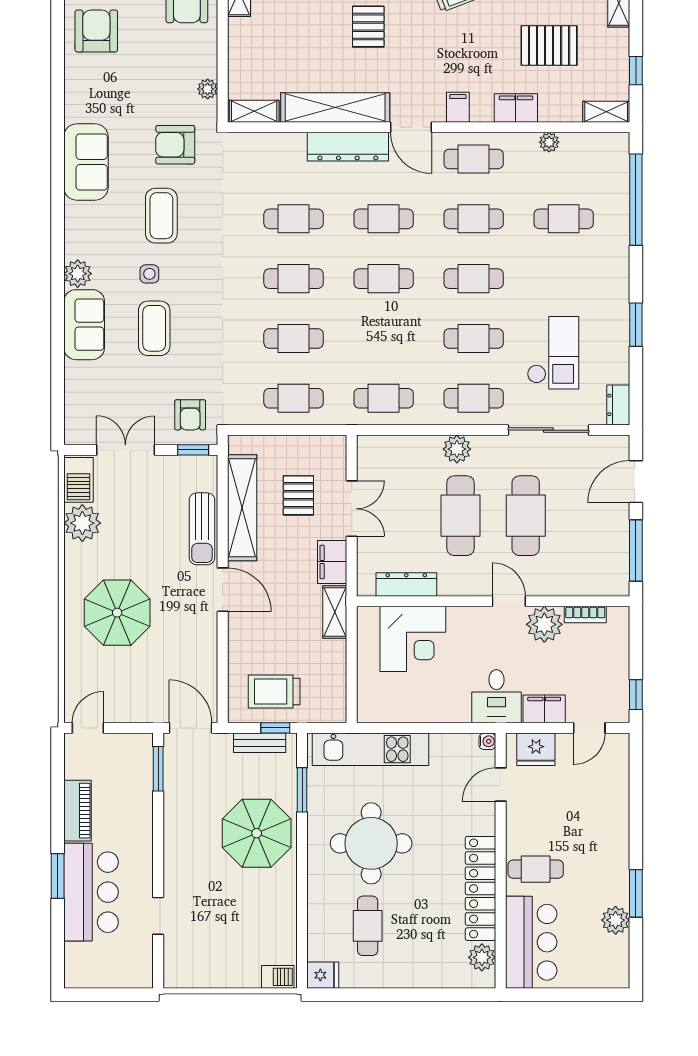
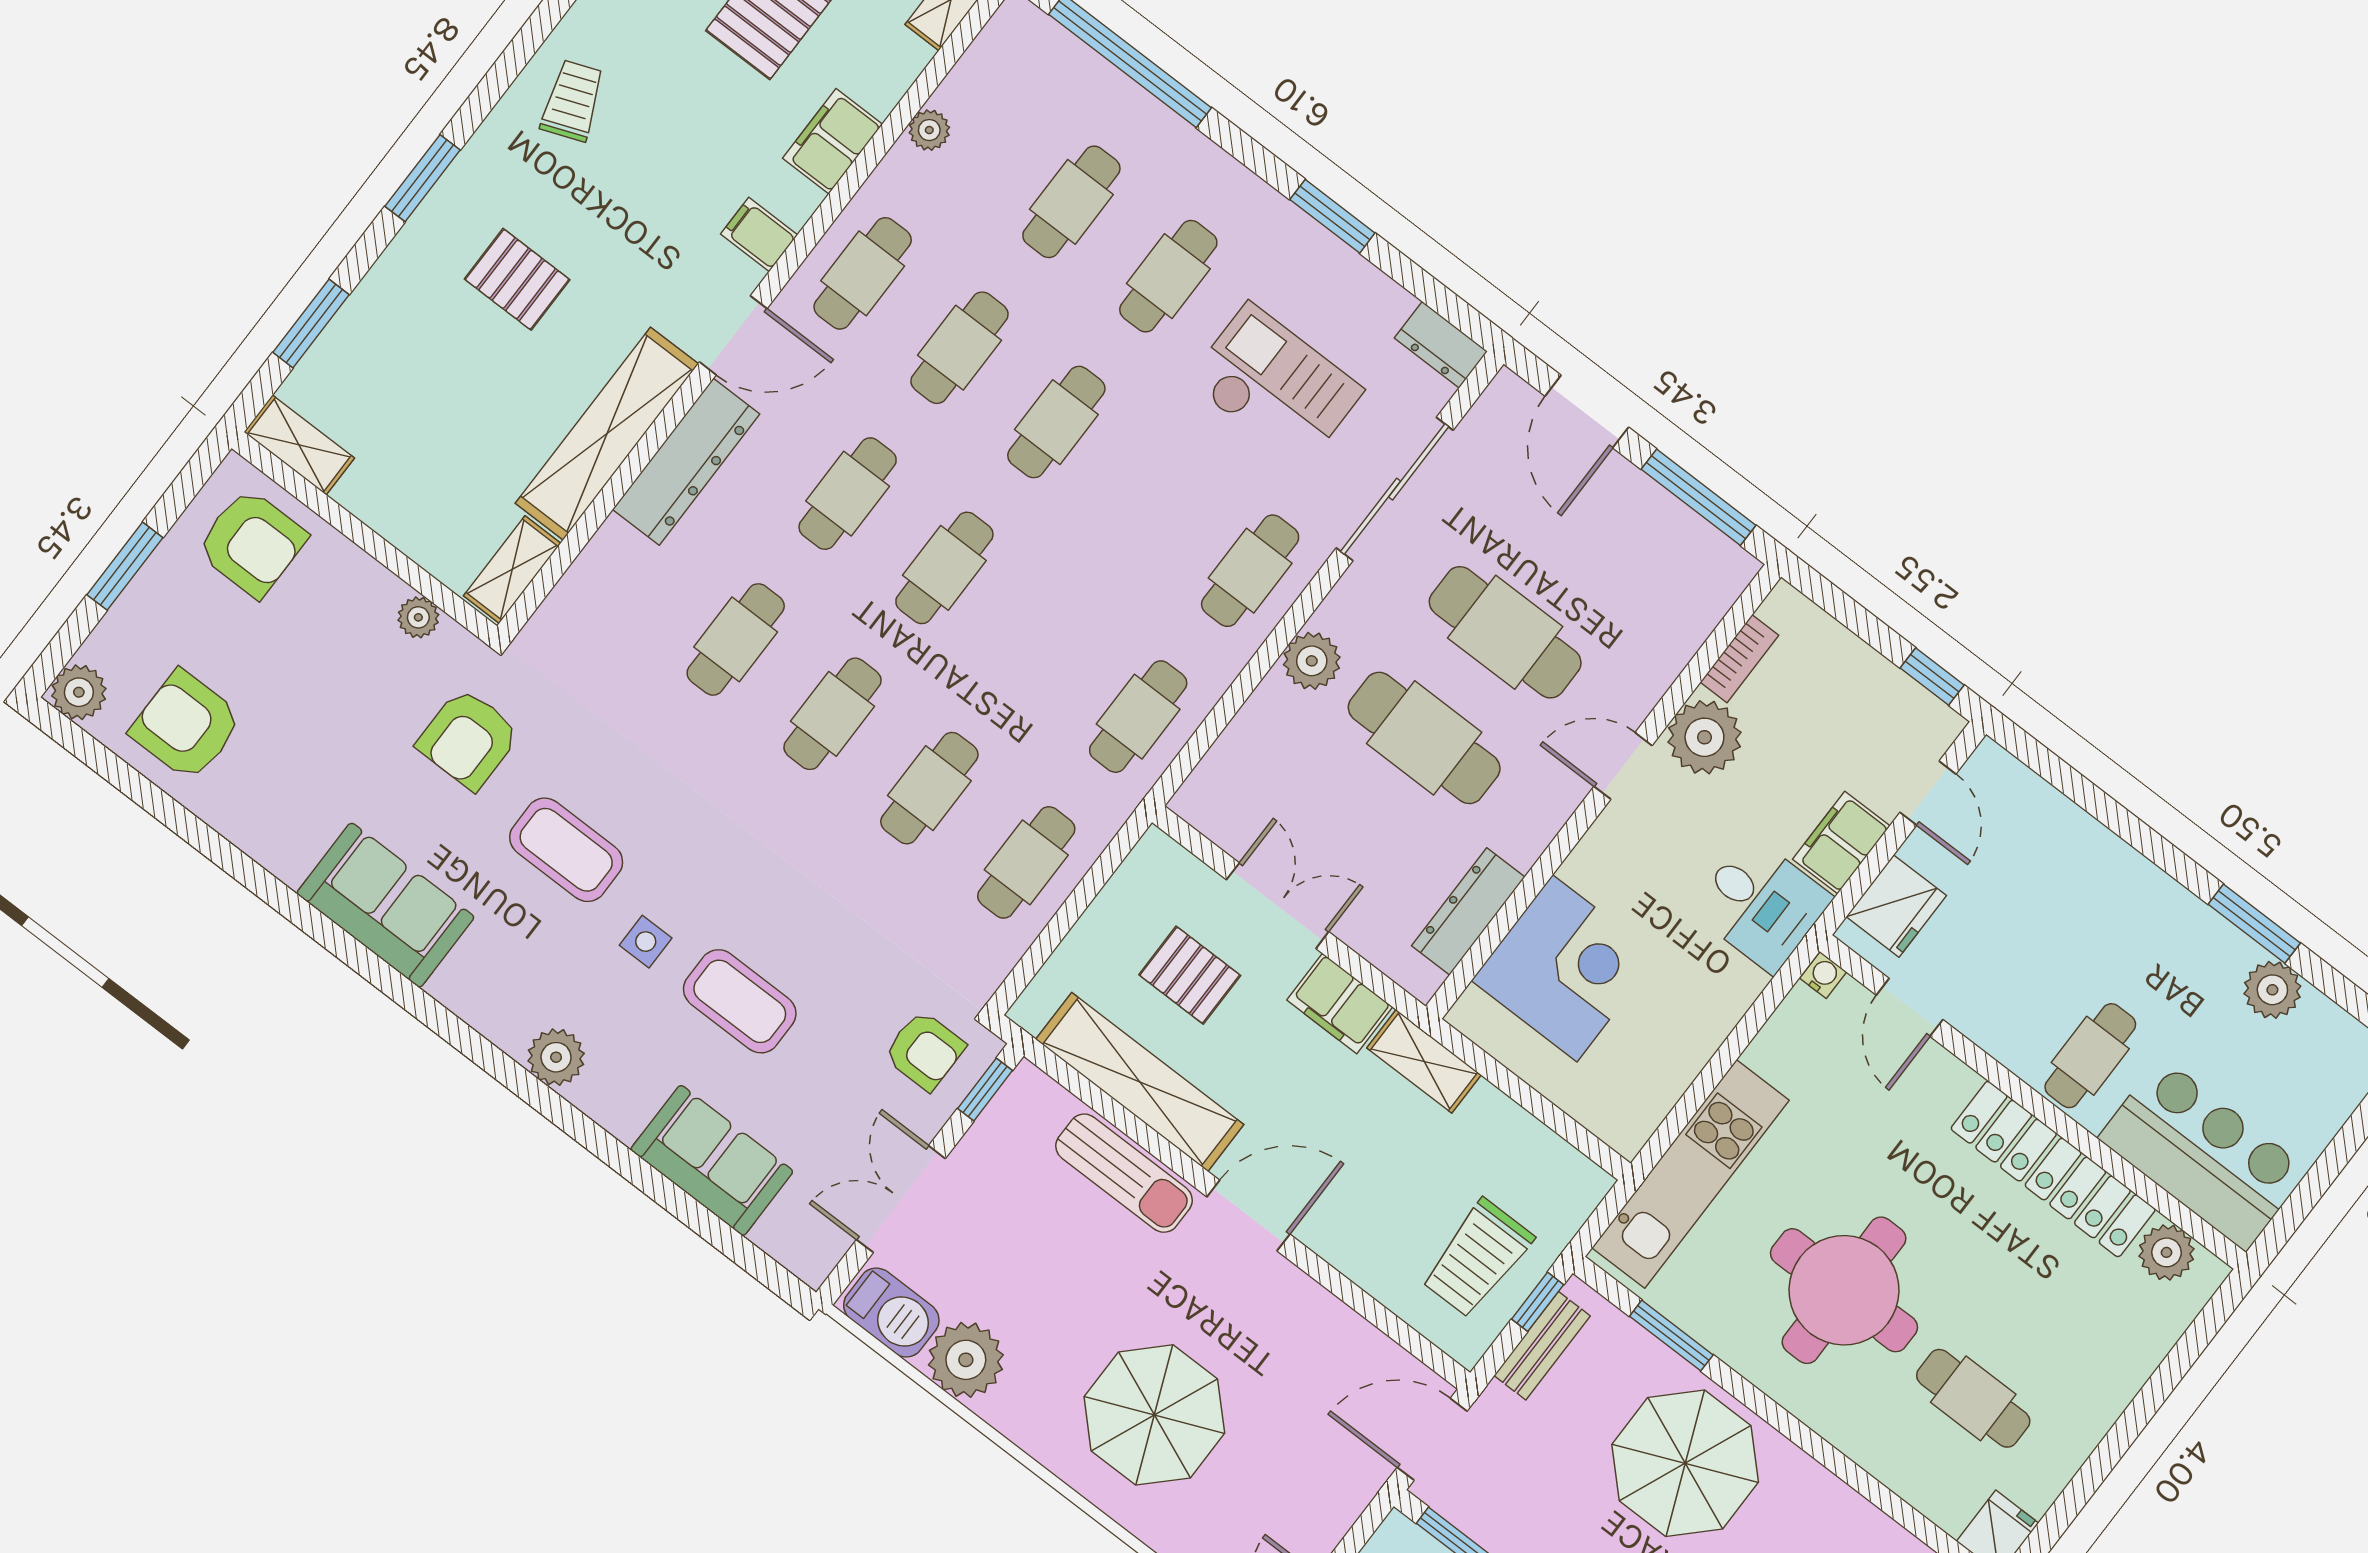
sofa: (84, 325) -> (712, 1160), moved
cafe table: (474, 338) -> (1168, 276), moved

